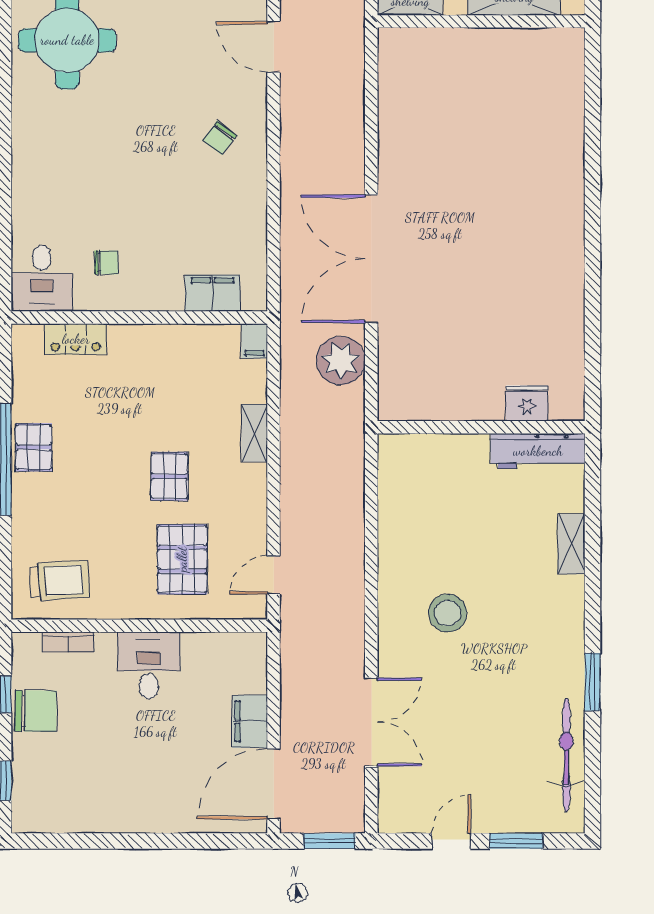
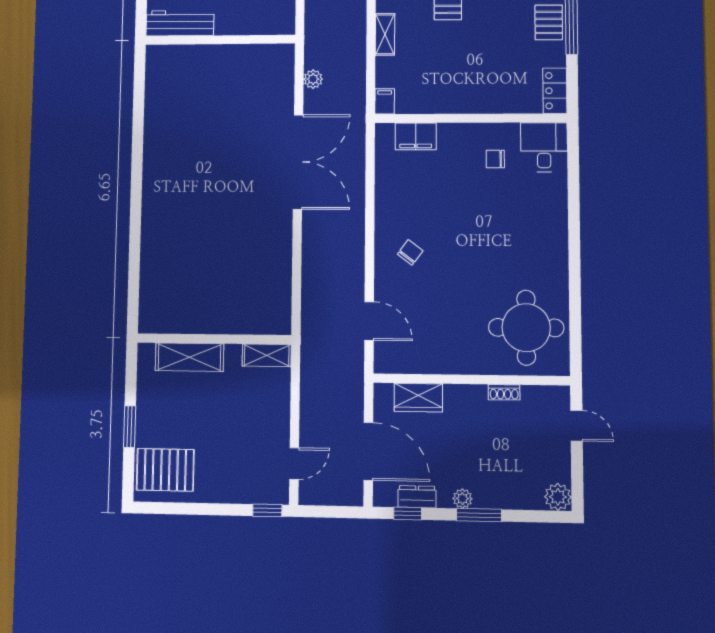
locker: (76, 339) -> (555, 91), moved, turned -90
plant: (341, 361) -> (313, 79), width x0.53, depth x0.53
fridge: (527, 403) -> (187, 57), removed

